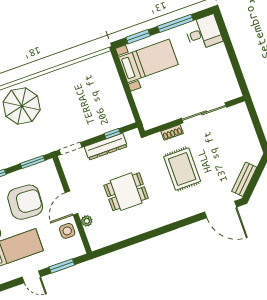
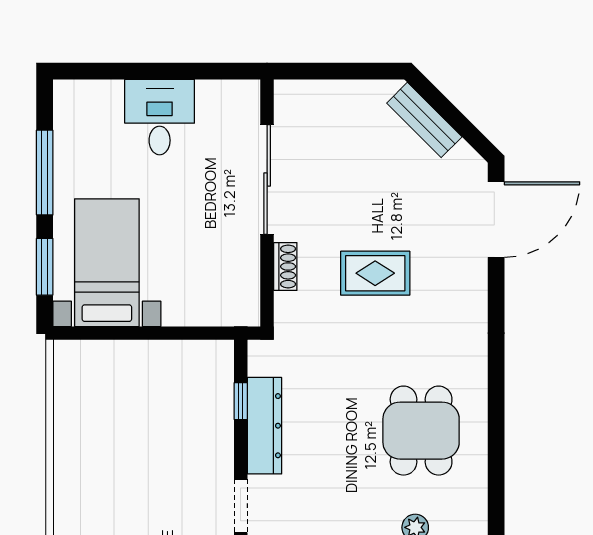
desk: (204, 33) -> (160, 117), moved
rug: (182, 169) -> (375, 273), width x0.73, depth x0.70
bench: (244, 179) -> (424, 120), moved
dining table: (126, 192) -> (421, 431), moved

